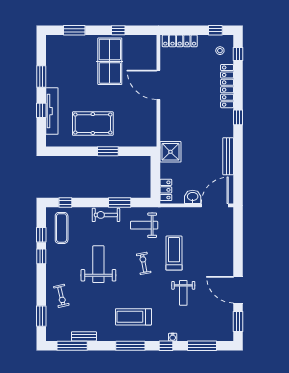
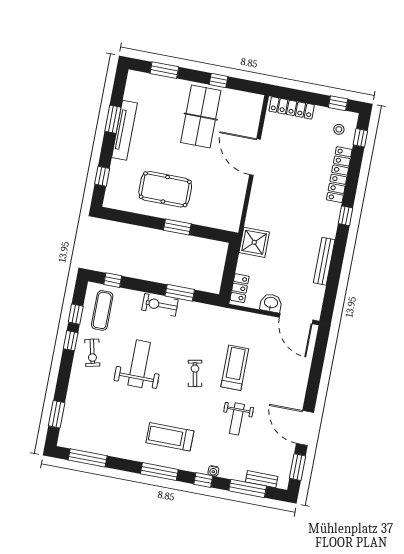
window: (41, 110) -> (102, 176), moved
tv unit: (52, 111) -> (124, 130), moved
door: (215, 205) -> (296, 319), swing flipped
weight bench: (144, 225) -> (204, 326), removed
exercise bike: (61, 296) -> (92, 353), moved
bench: (84, 336) -> (262, 479), moved

